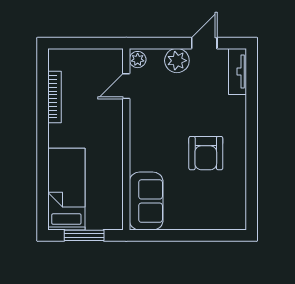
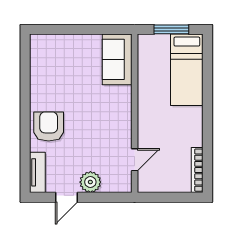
plant: (138, 60) -> (125, 183), removed
bookcase: (55, 97) -> (197, 170), moved
armchair: (206, 153) -> (49, 127), moved

